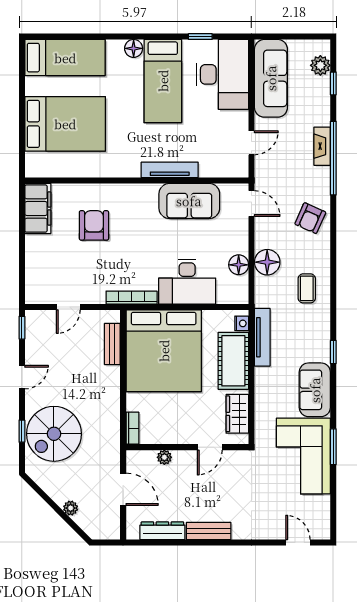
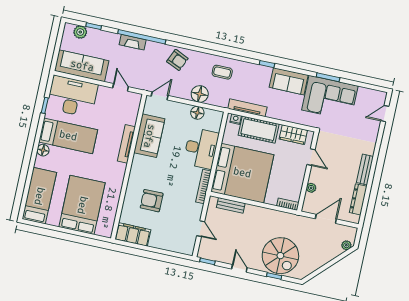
plant: (71, 508) -> (346, 245), moved

